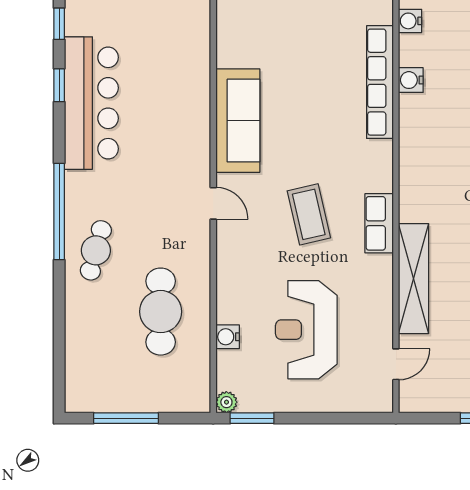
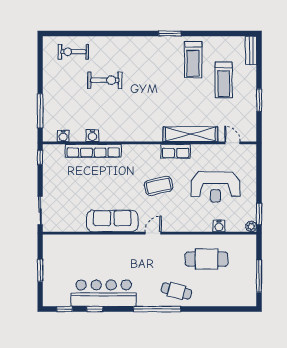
row of seats: (379, 223) -> (176, 151), moved

